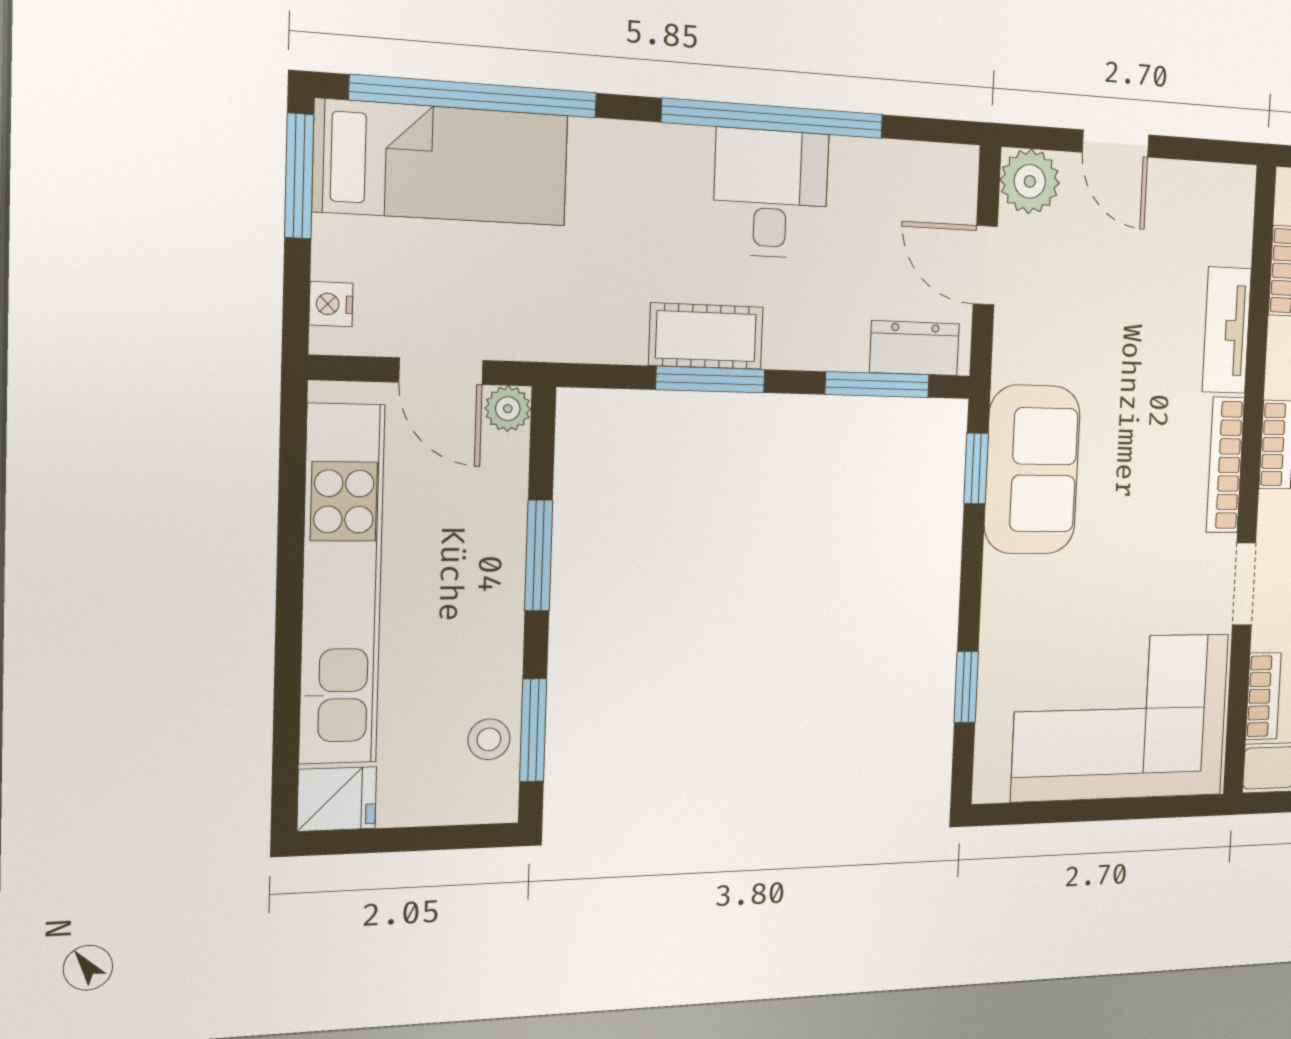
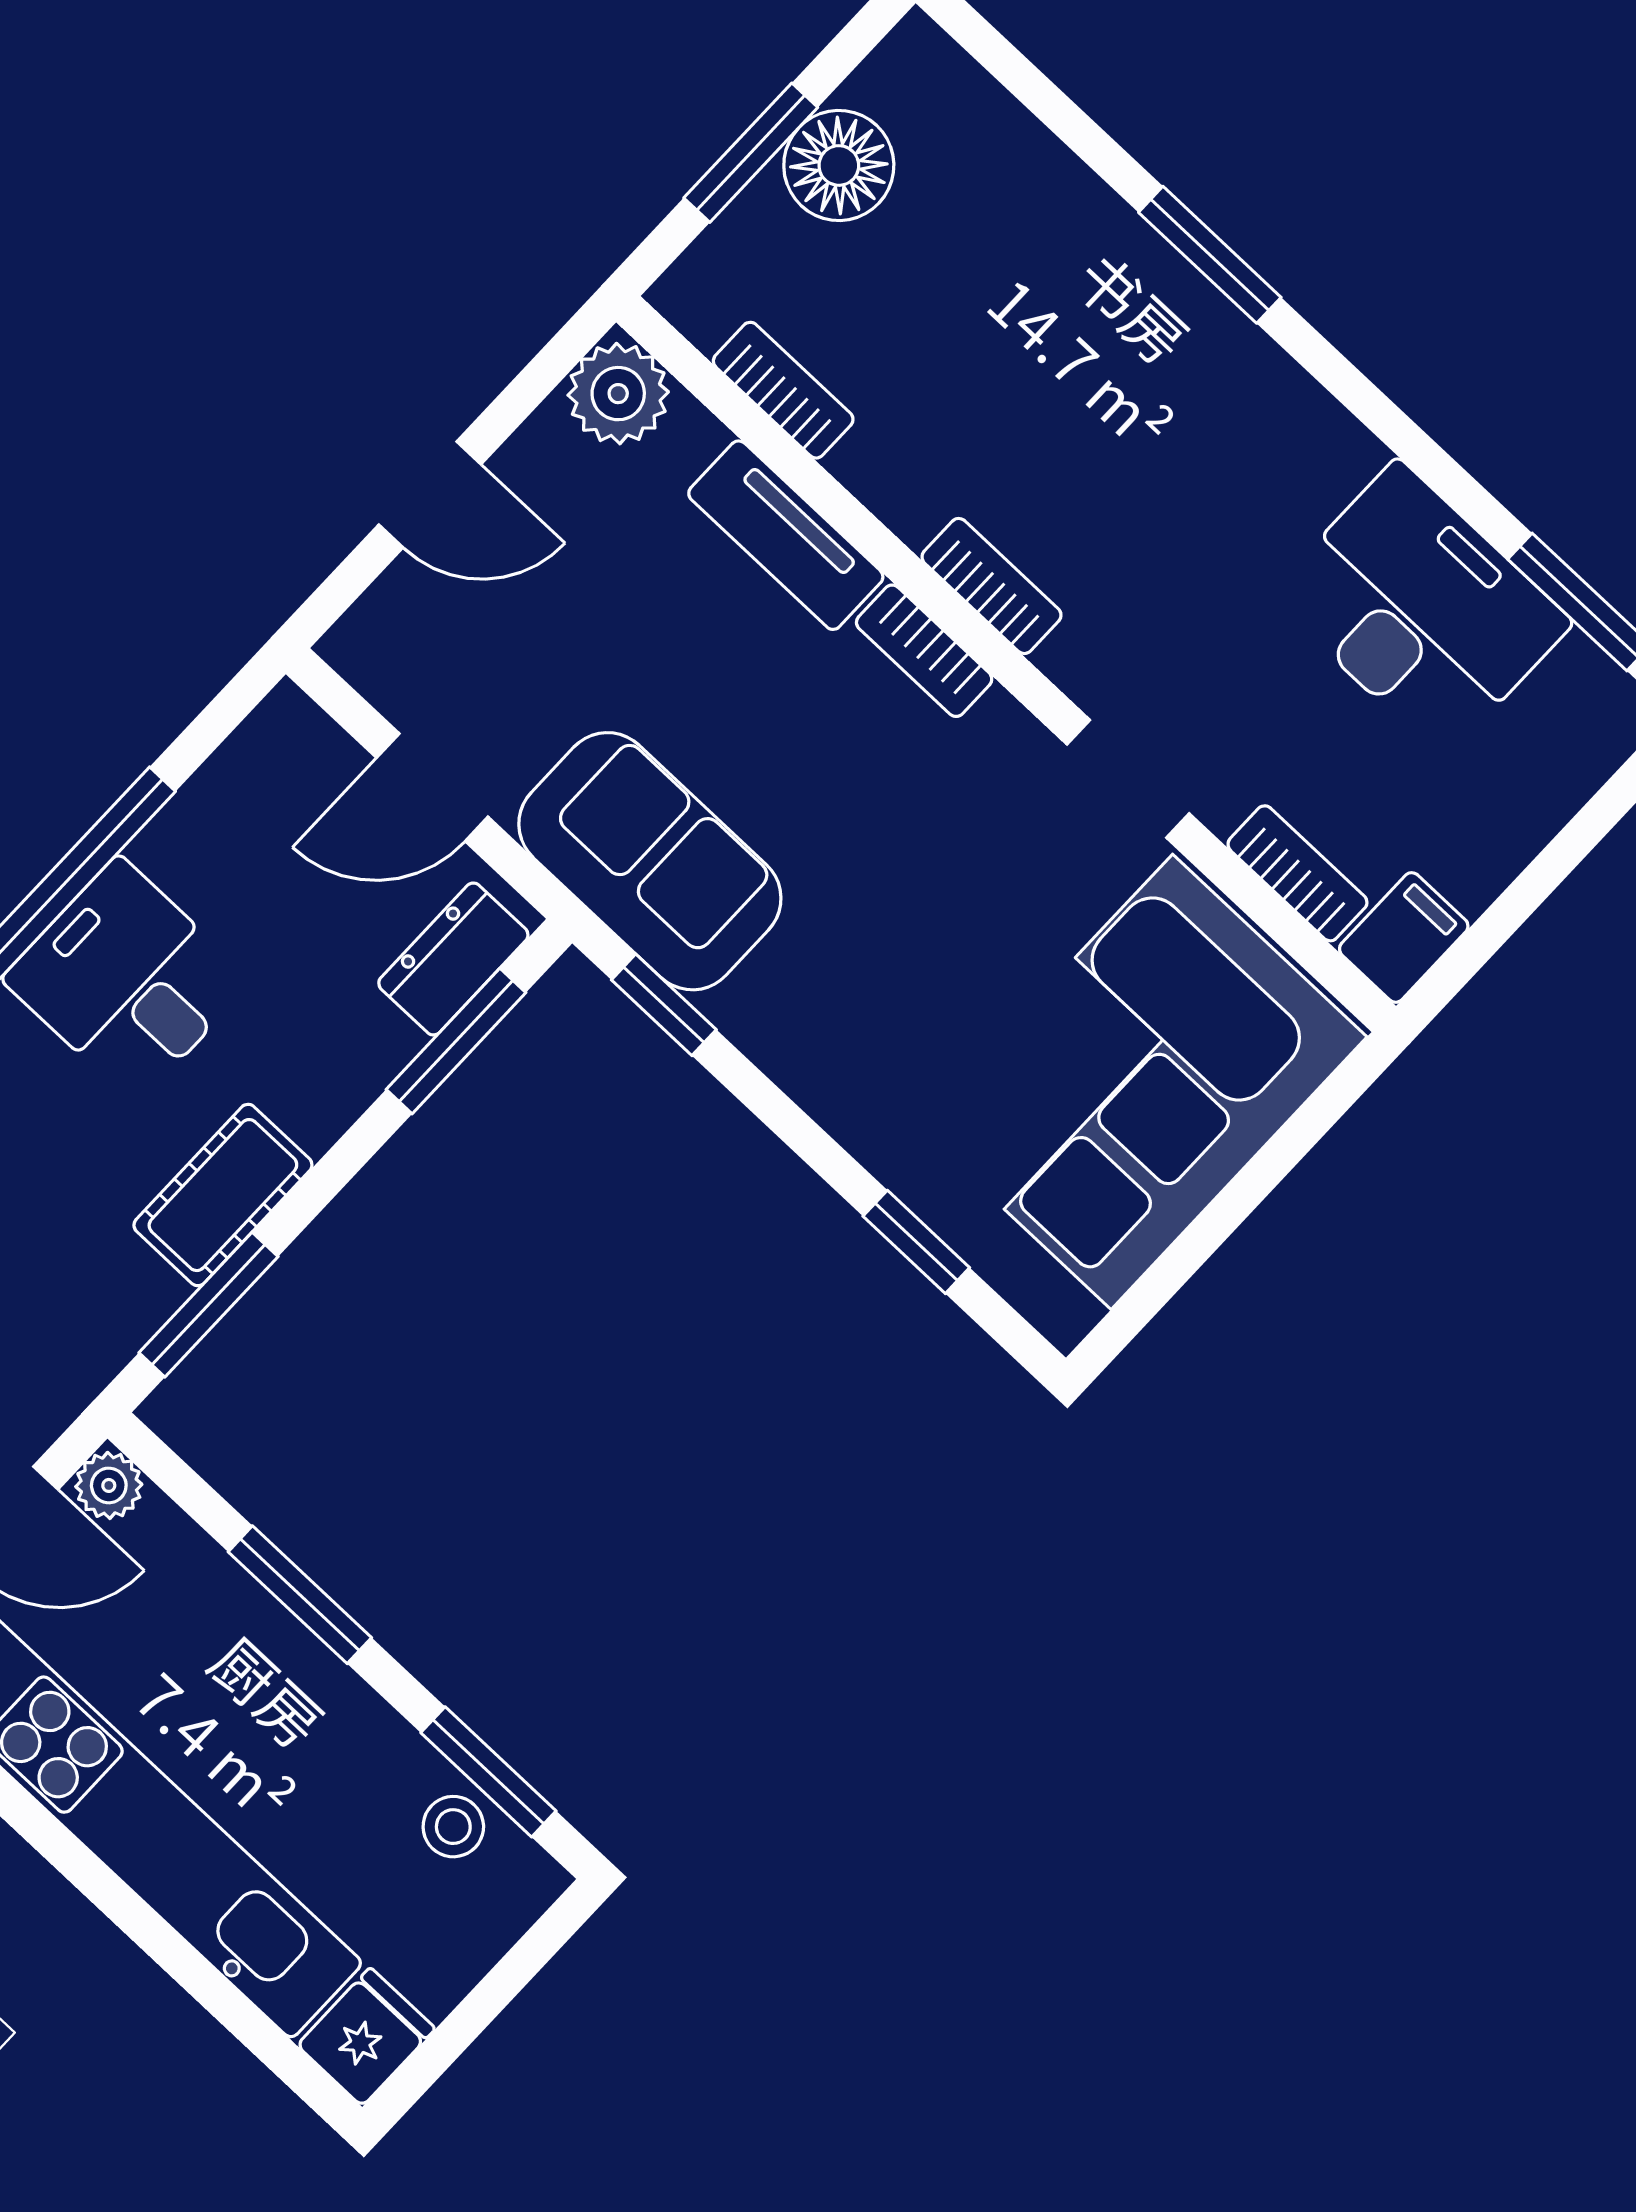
plant: (1030, 181) -> (618, 394), moved
window: (711, 379) -> (208, 1305), moved
bookcase: (1225, 465) -> (924, 651), width x0.64
sofa: (1032, 470) -> (650, 861), moved

